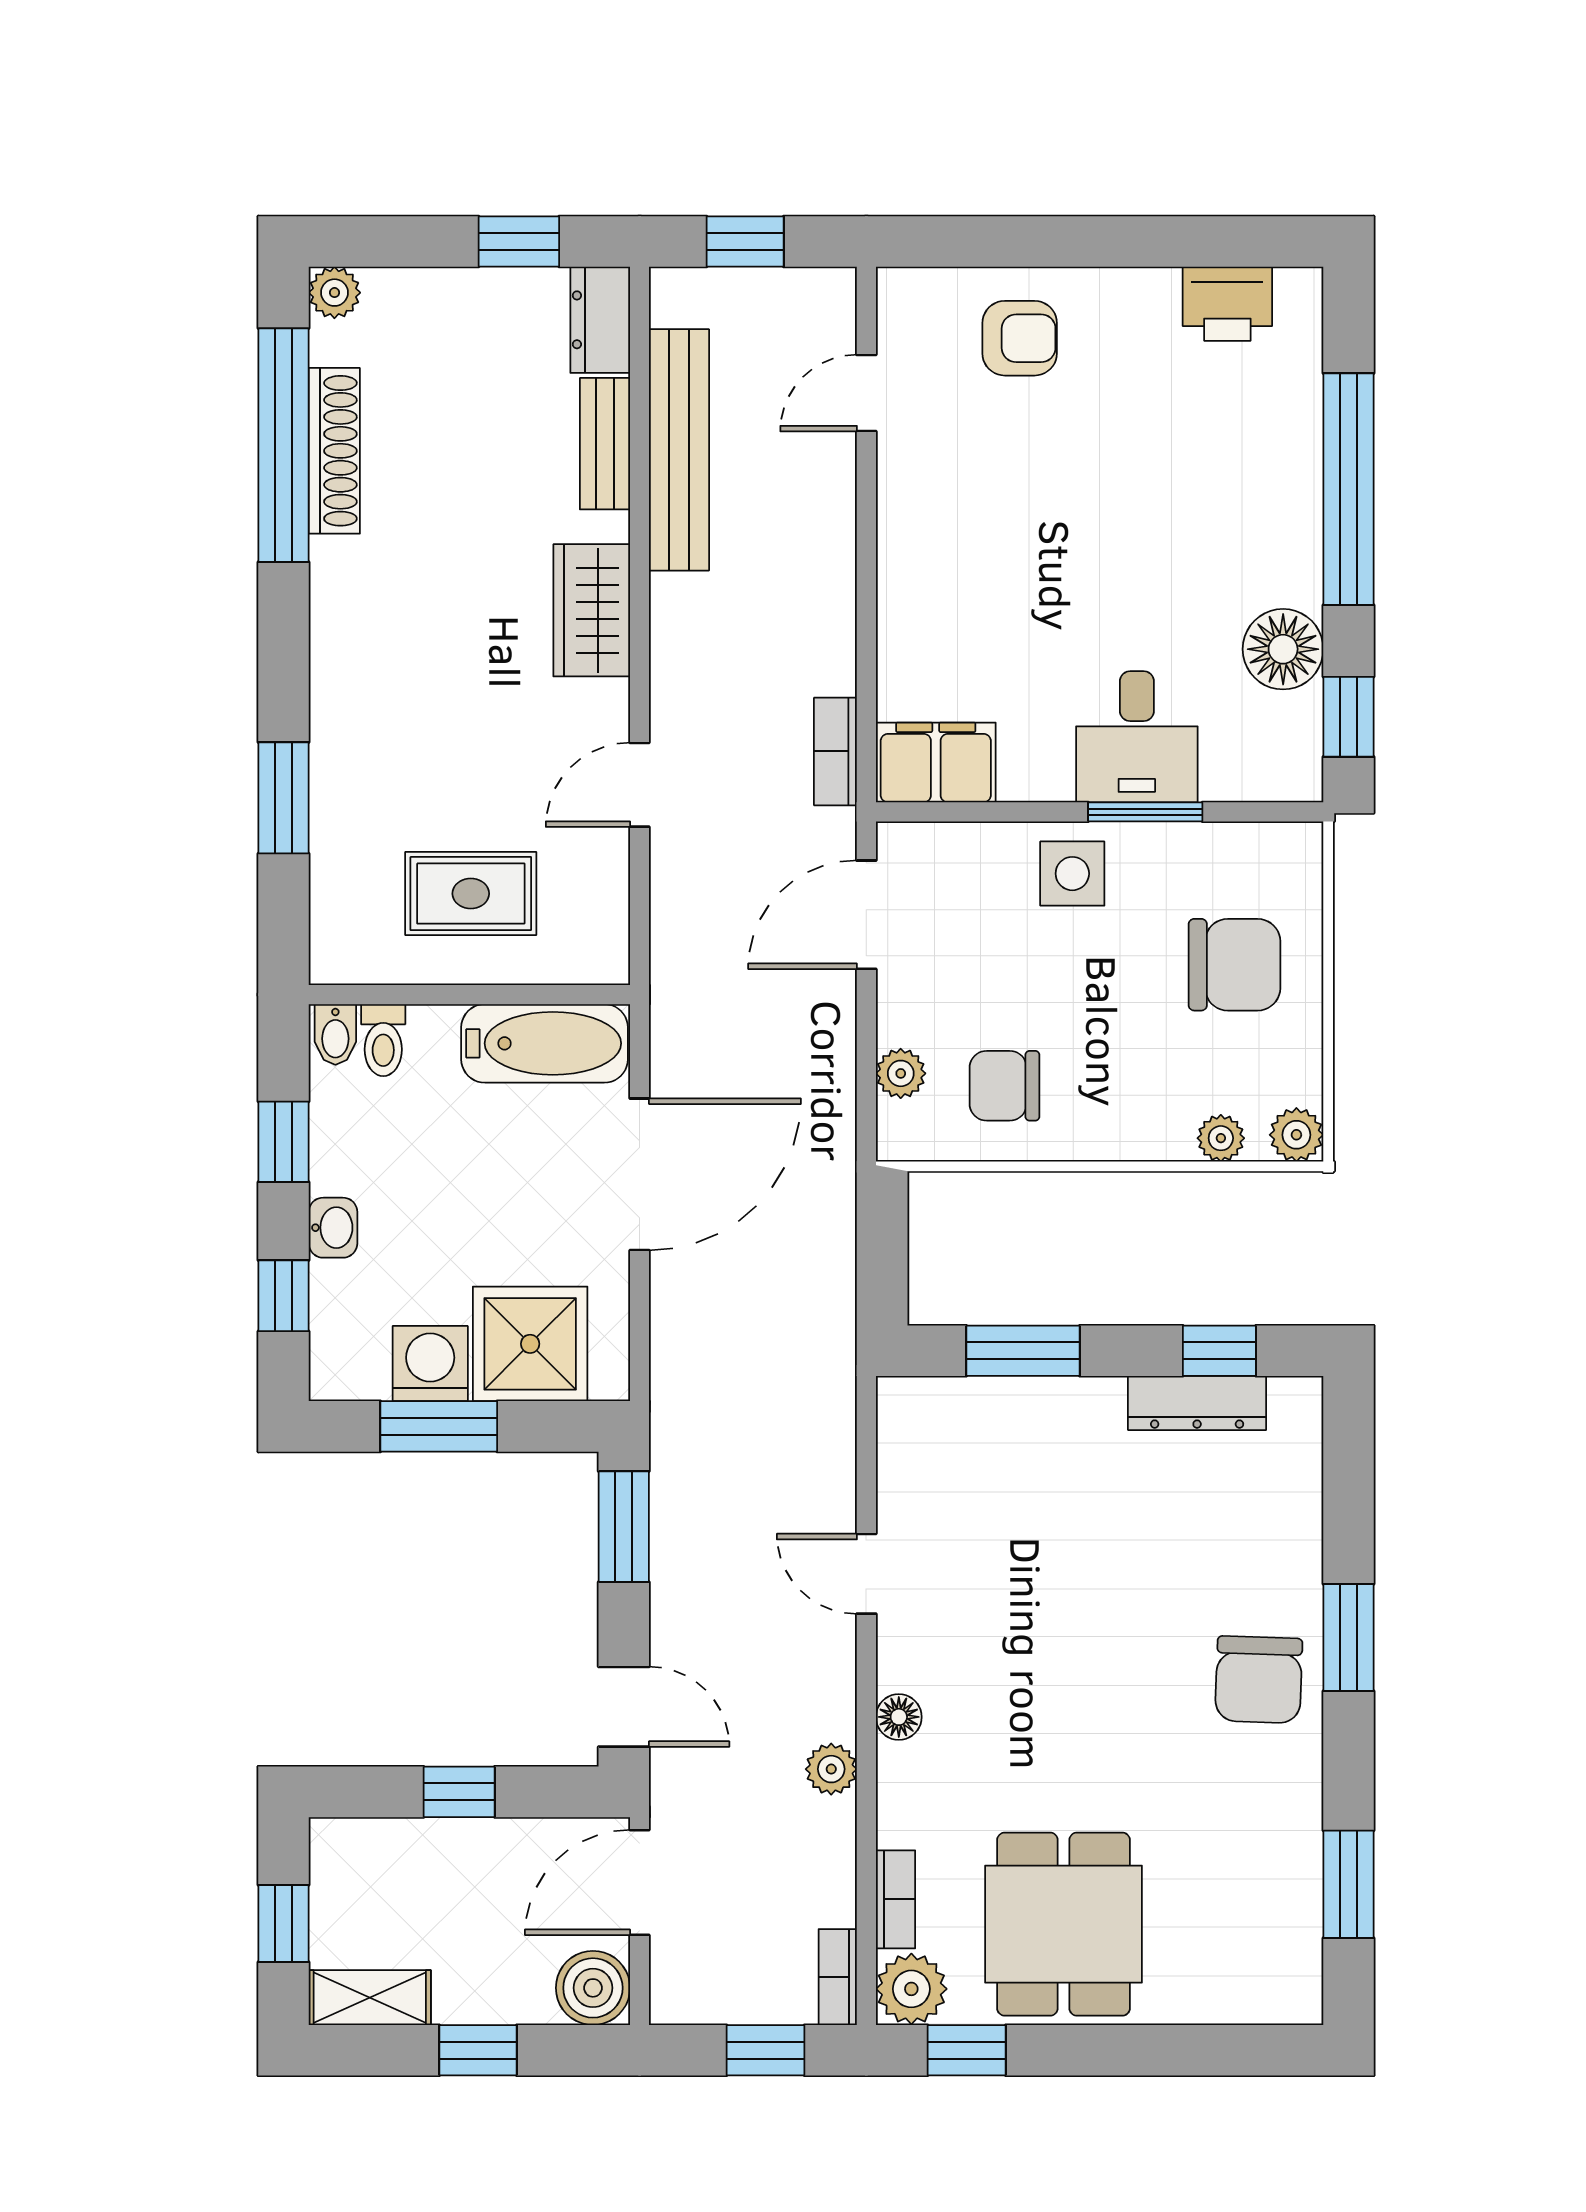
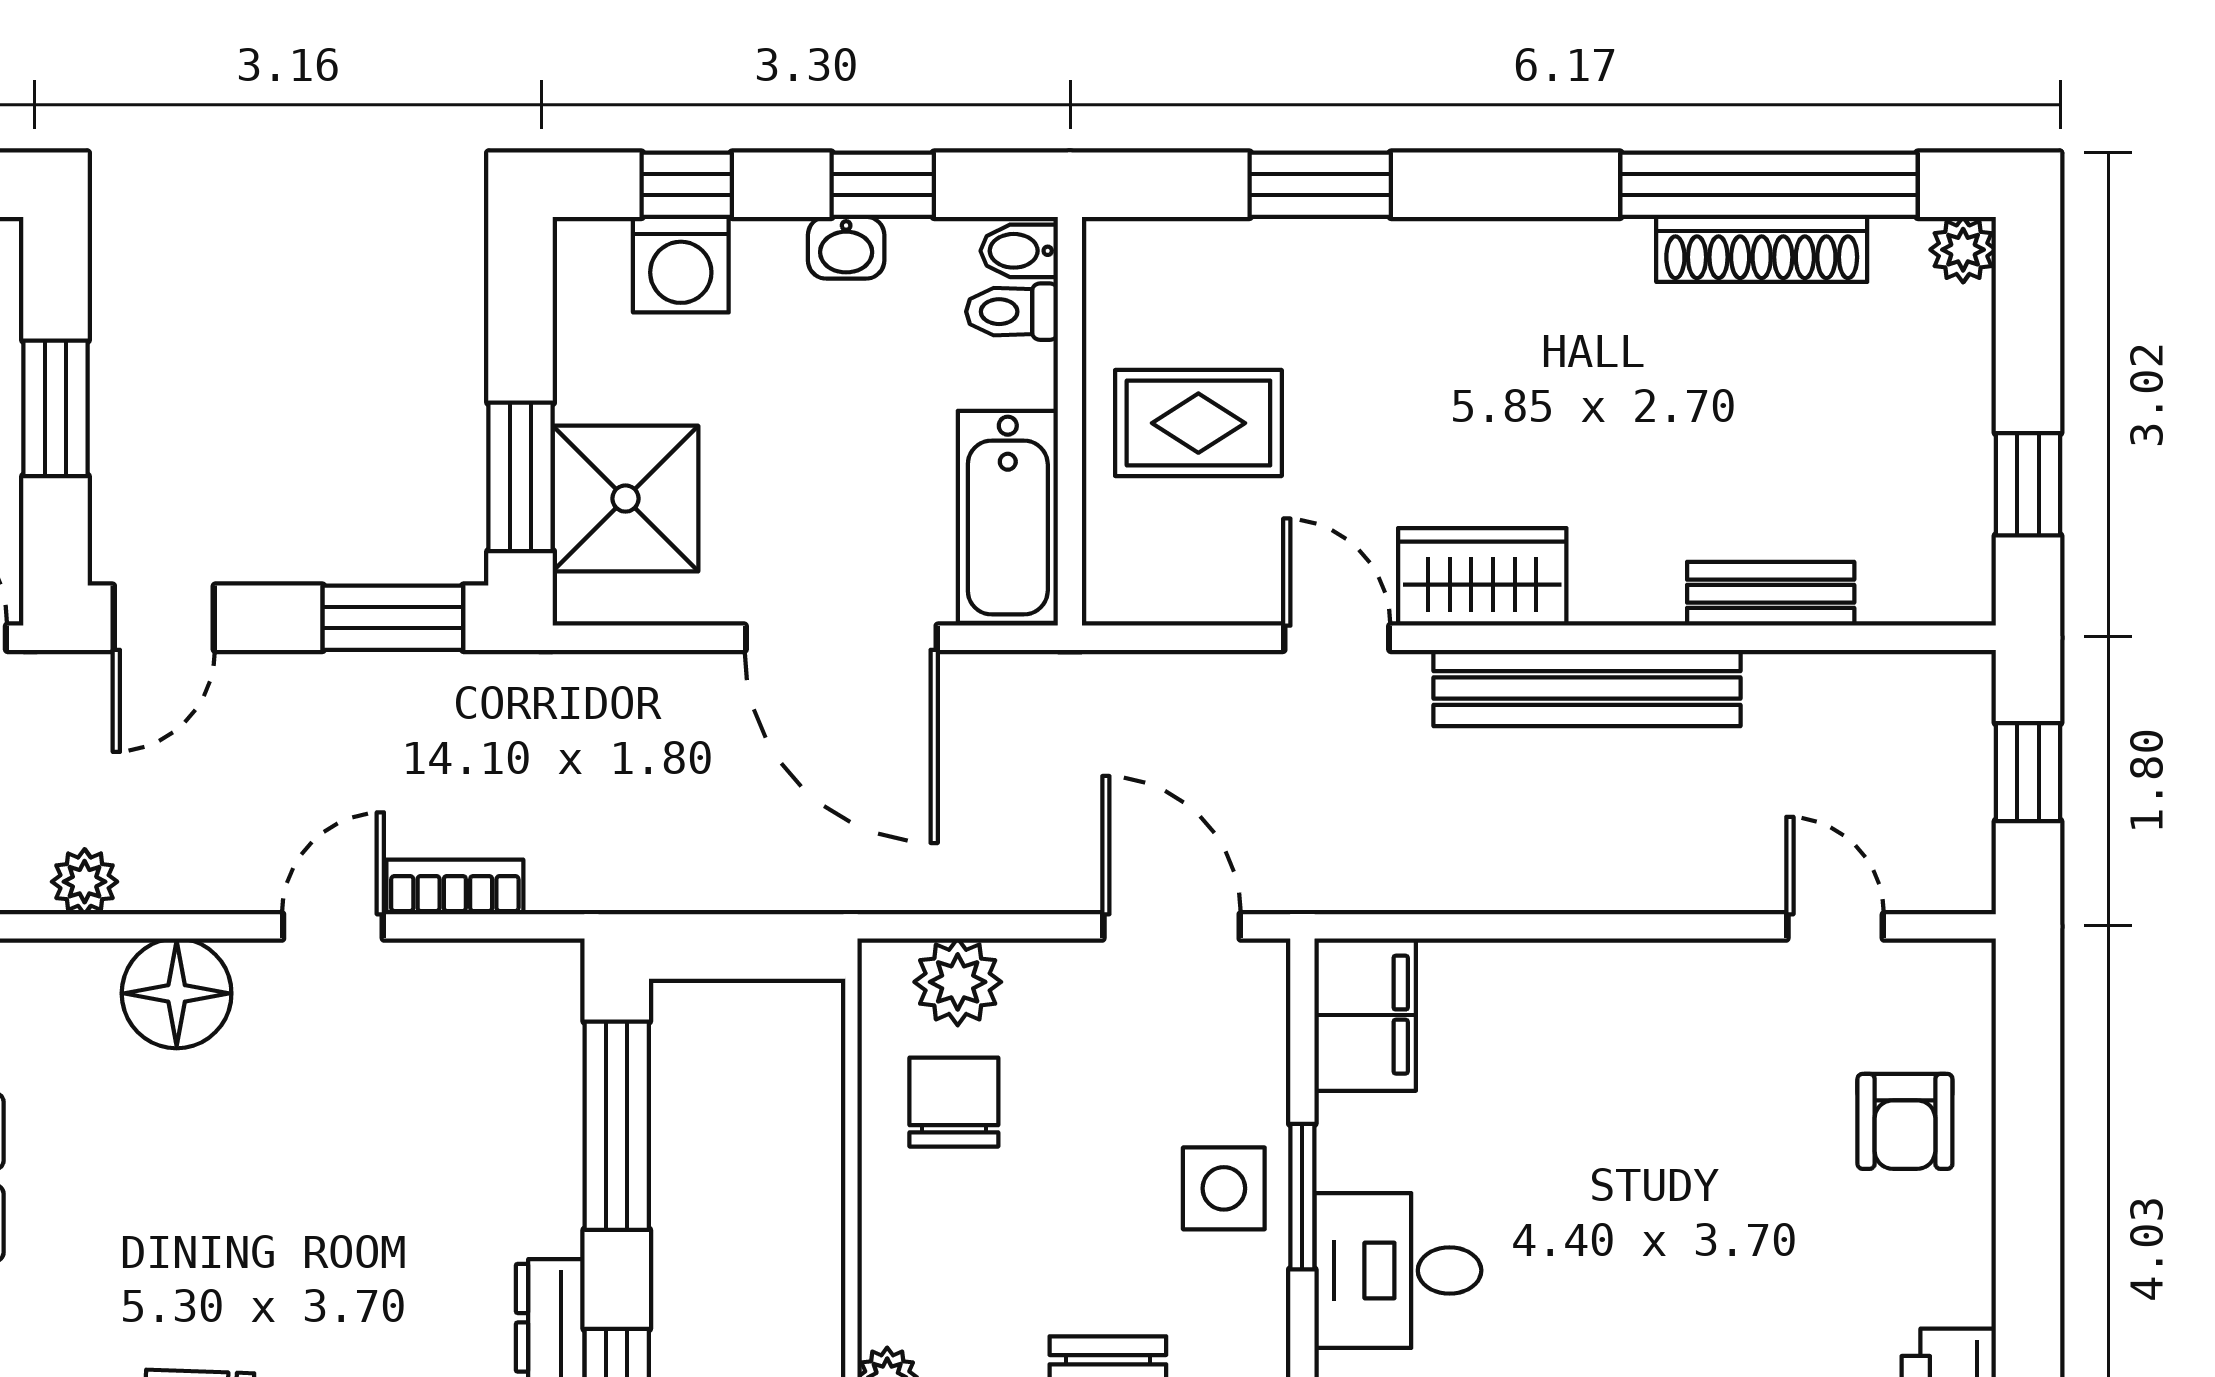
dresser: (600, 320) -> (1928, 588), removed
bench: (679, 450) -> (1587, 688), moved
wardrobe: (592, 610) -> (1482, 577), moved
bookcase: (835, 751) -> (455, 887), moved
window: (1145, 812) -> (1302, 1197), moved
rug: (471, 894) -> (1198, 423), turned 90
plant: (901, 1073) -> (958, 982), width x1.38, depth x1.38
washbasin: (333, 1228) -> (846, 248), moved
window: (1023, 1351) -> (617, 1126), width x1.44
washing machine: (430, 1364) -> (681, 265), moved, turned 90
window: (439, 1426) -> (521, 477), moved
floor lamp: (899, 1717) -> (177, 993), width x1.89, depth x1.89
window: (459, 1792) -> (56, 408), width x1.50

